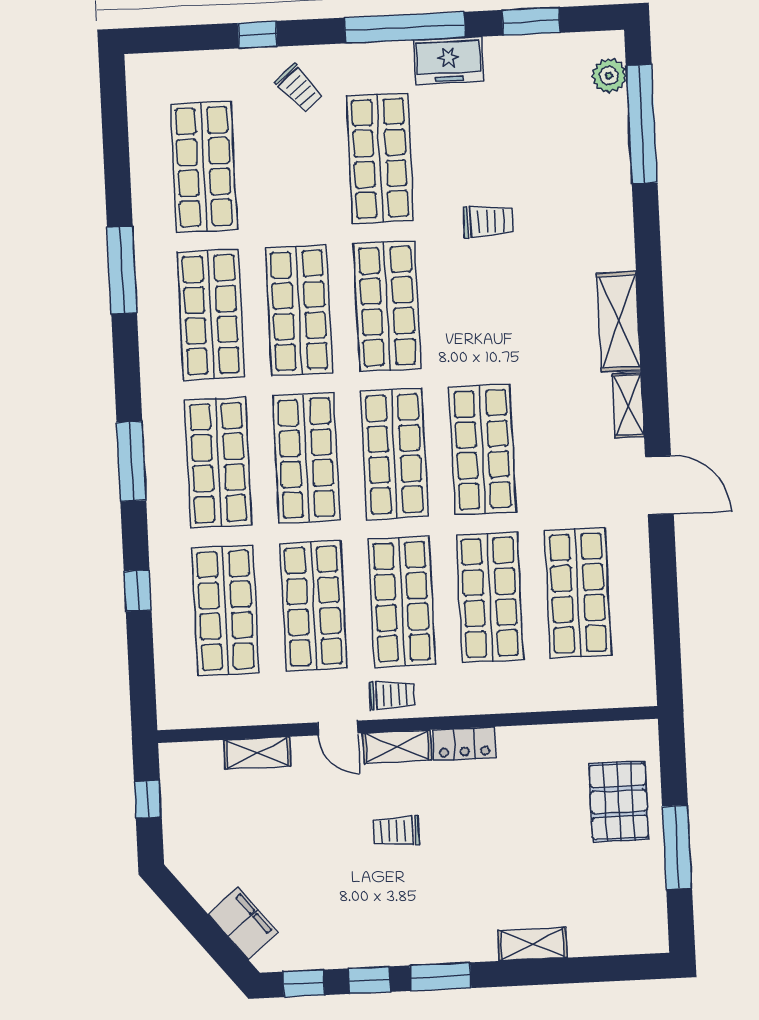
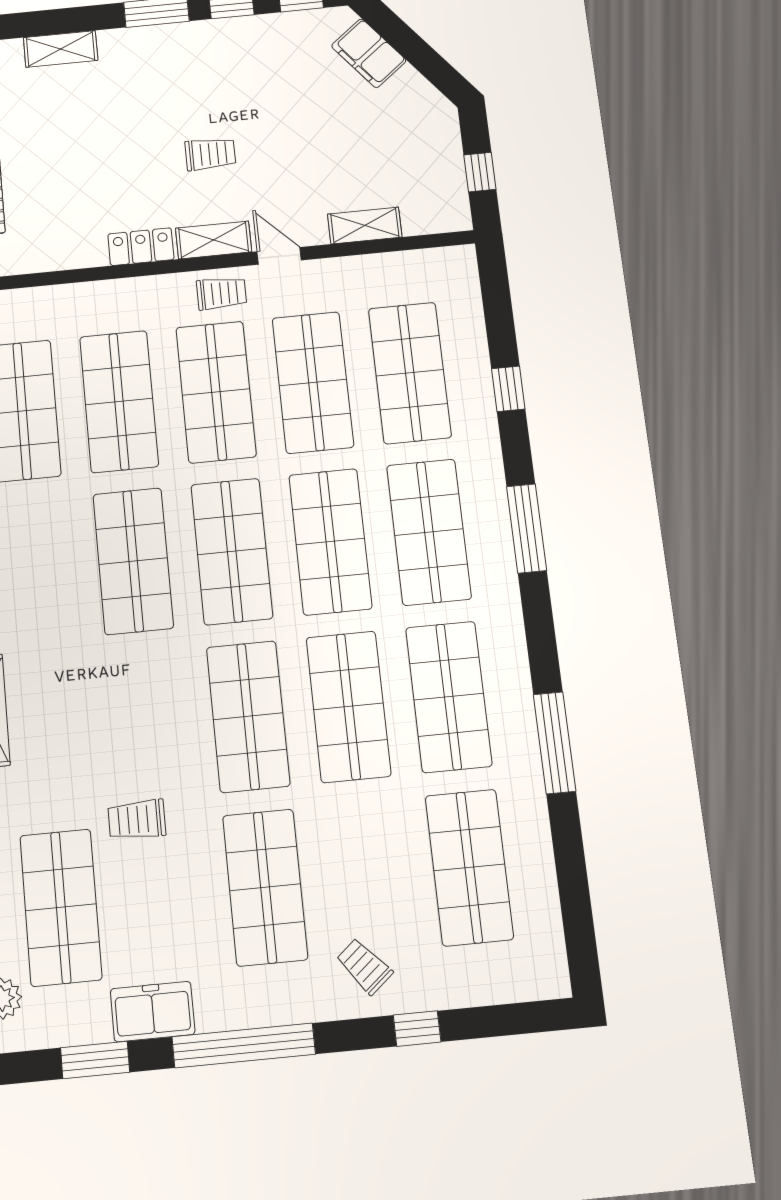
freezer: (449, 61) -> (153, 1012), moved
shop shelf: (556, 150) -> (61, 907), added
trolley: (392, 695) -> (221, 293), turned 180

